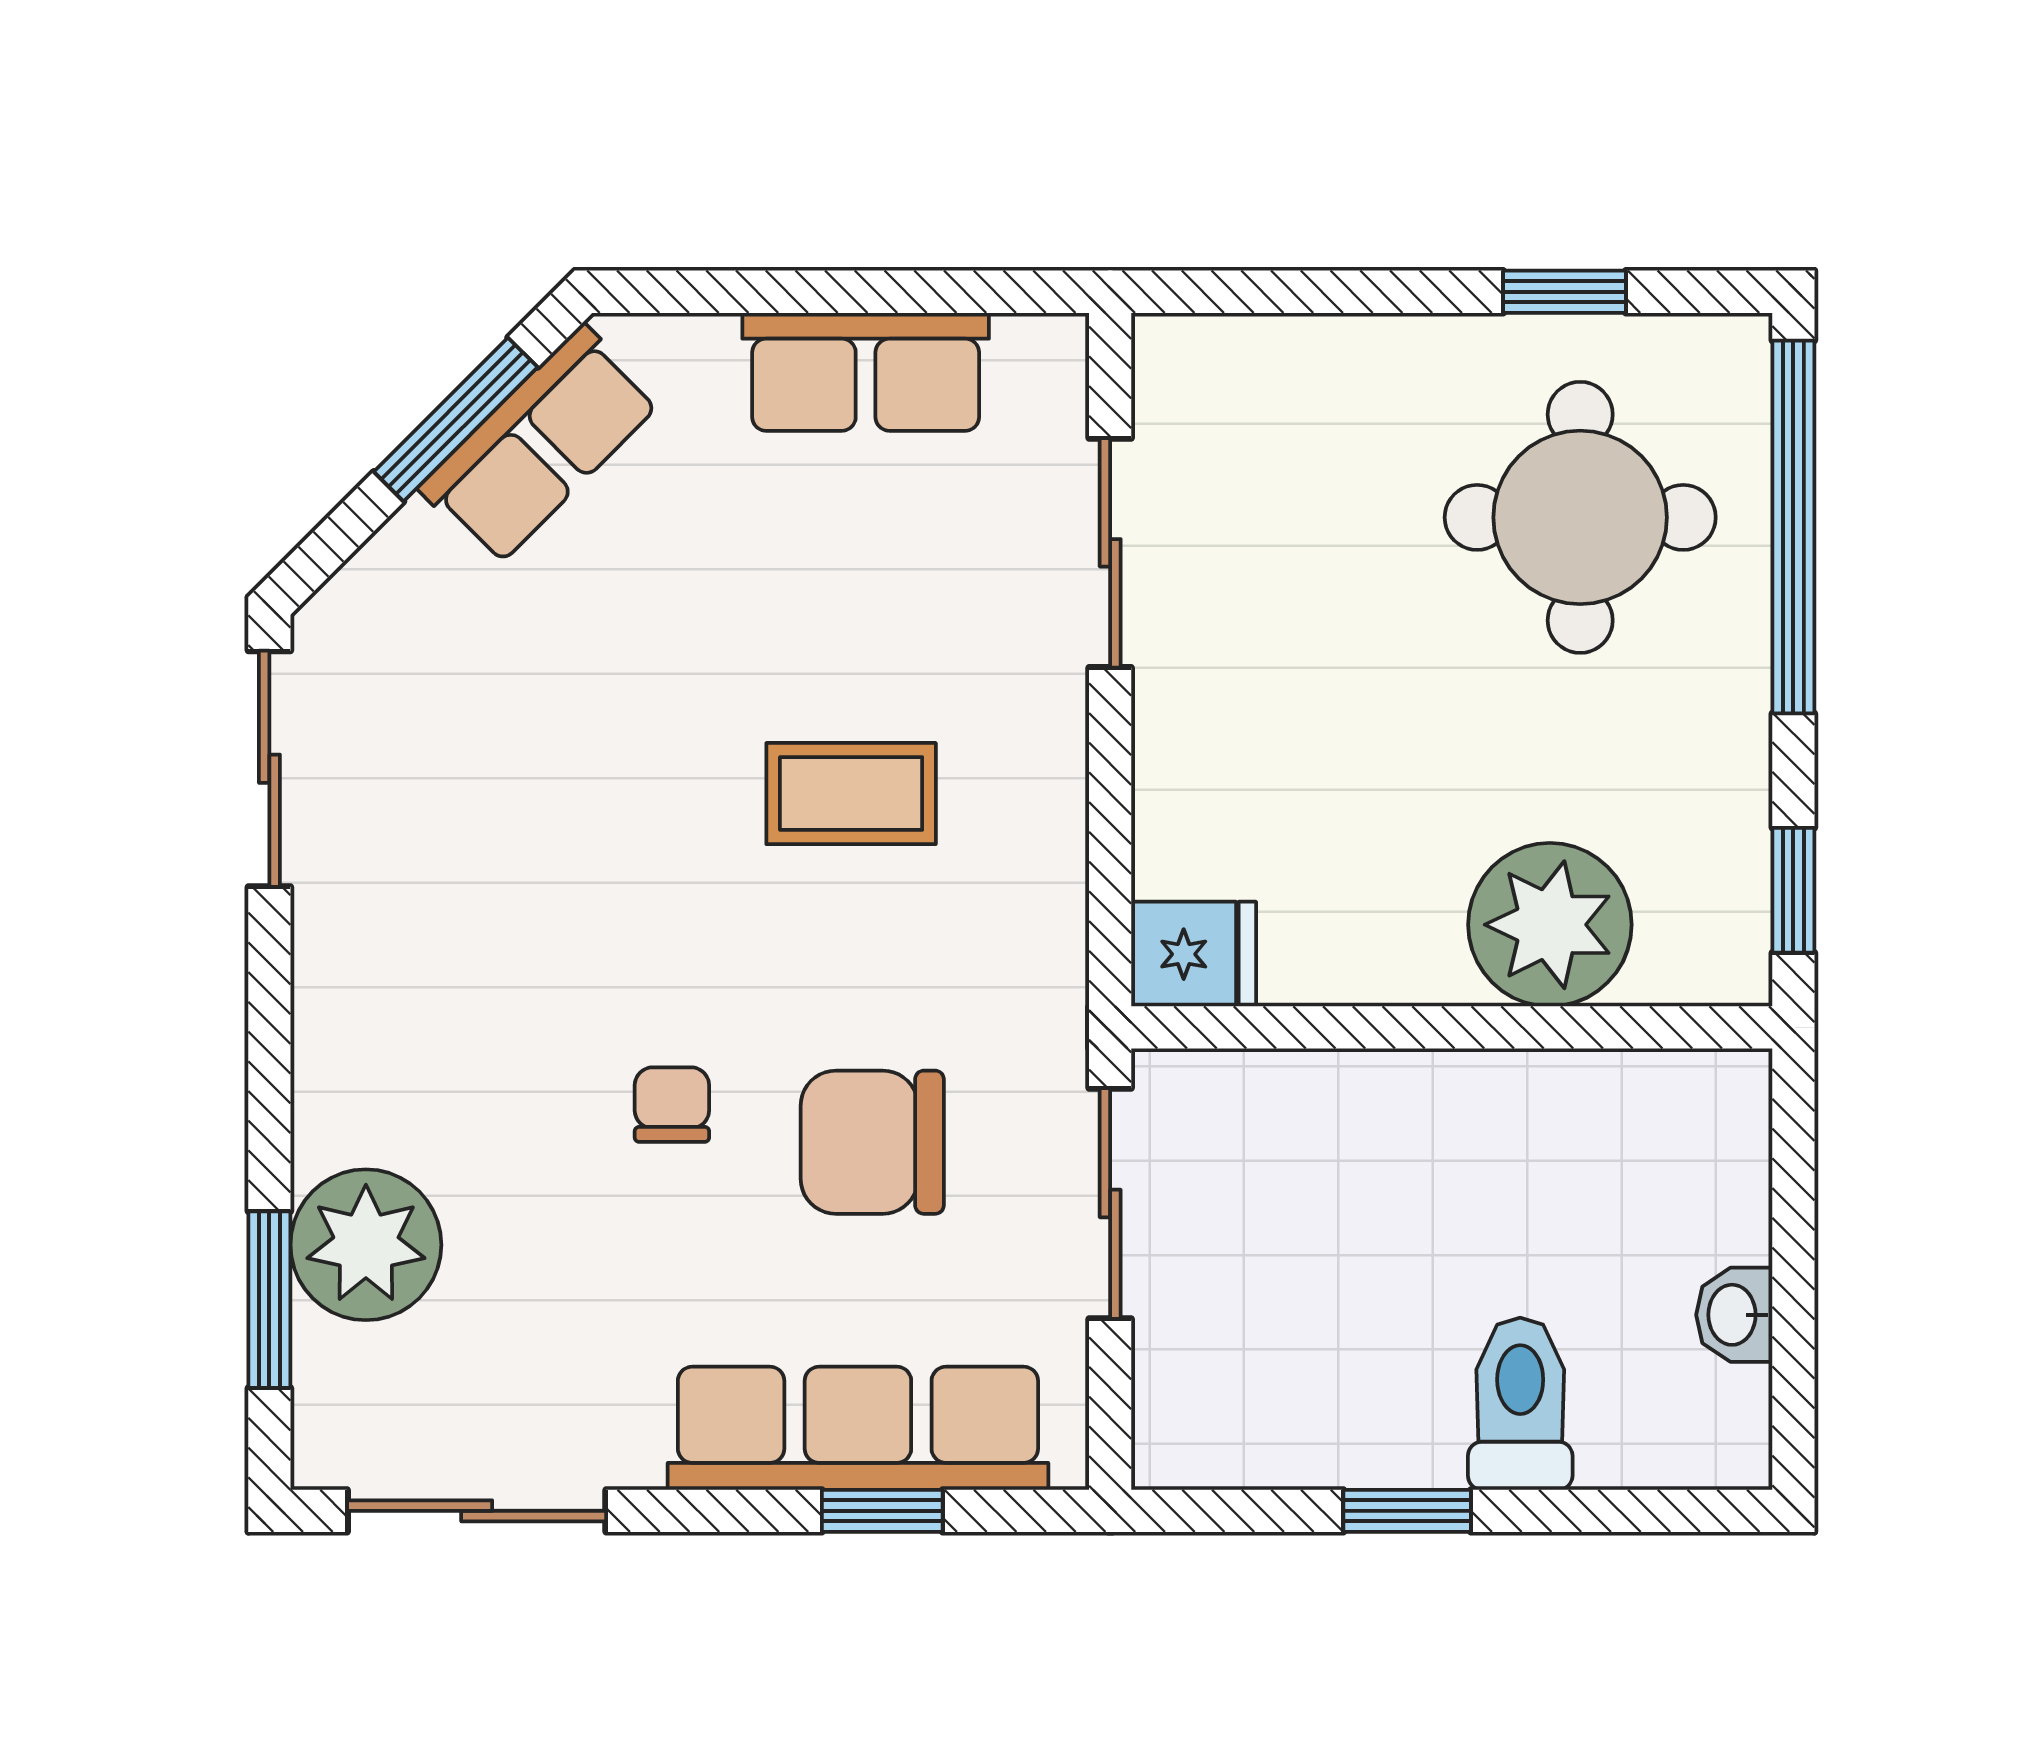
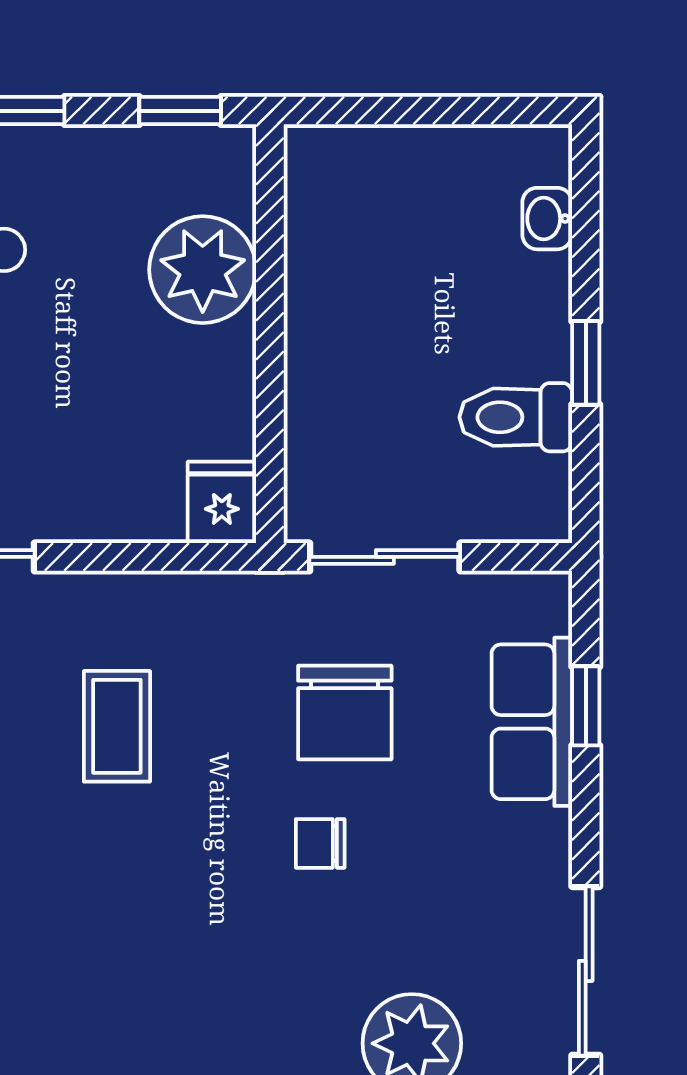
washbasin: (1734, 1315) -> (547, 219), moved, turned 90
toilet: (1520, 1404) -> (516, 417), moved
row of seats: (858, 1428) -> (532, 722), width x0.68

